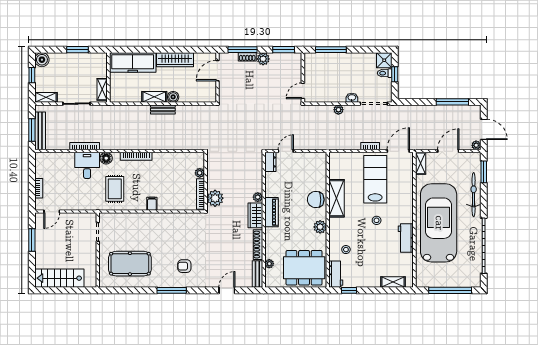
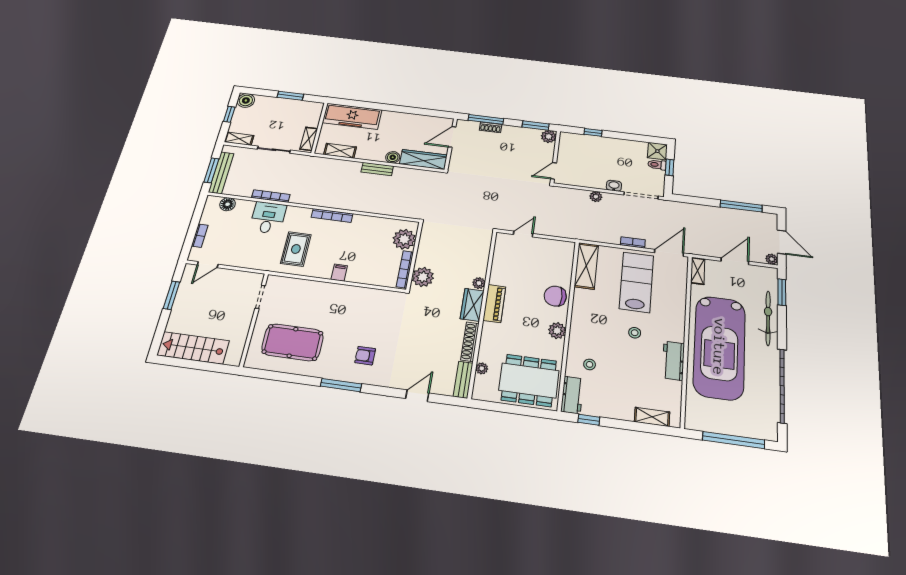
window: (331, 50) -> (593, 132), width x0.46
plant: (263, 59) -> (549, 136), moved
wardrobe: (175, 60) -> (423, 159), moved, turned 180
shelving: (154, 97) -> (340, 151), moved
floor lamp: (106, 158) -> (228, 204), moved
dresser: (270, 162) -> (502, 244), removed
plant: (200, 173) -> (404, 239), width x1.88, depth x1.88
shelving: (337, 198) -> (586, 266), moved
car: (439, 223) -> (719, 347), turned 180

